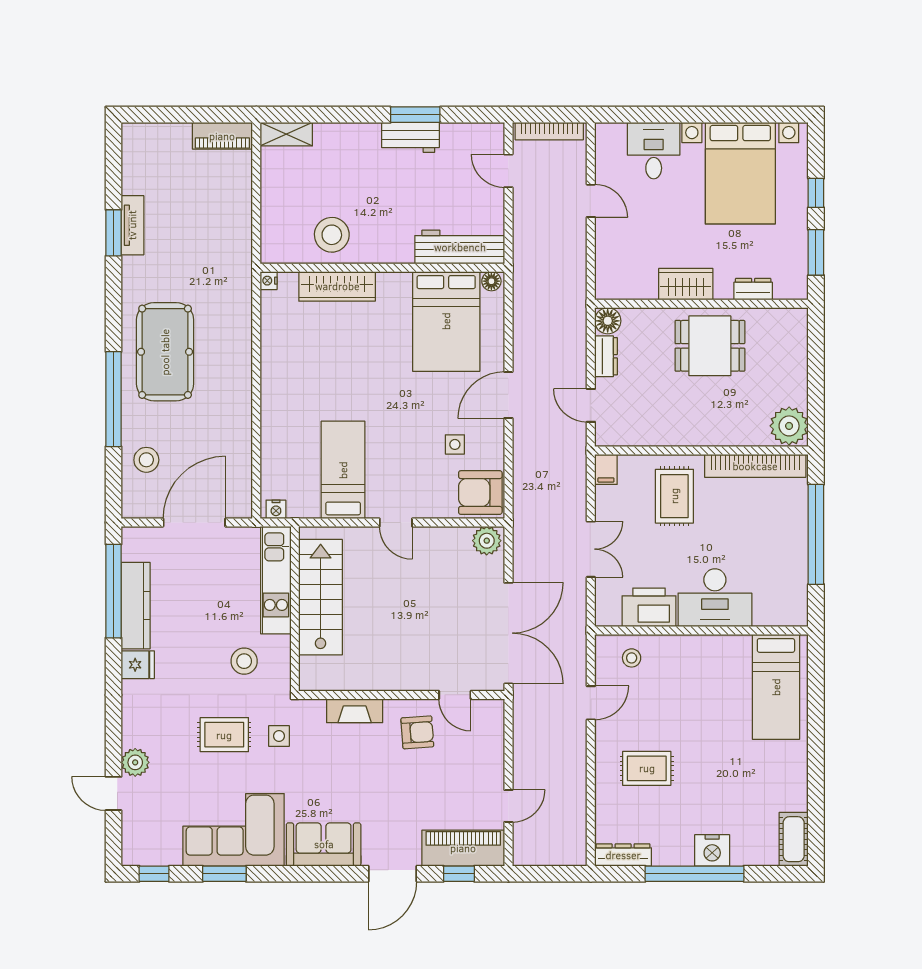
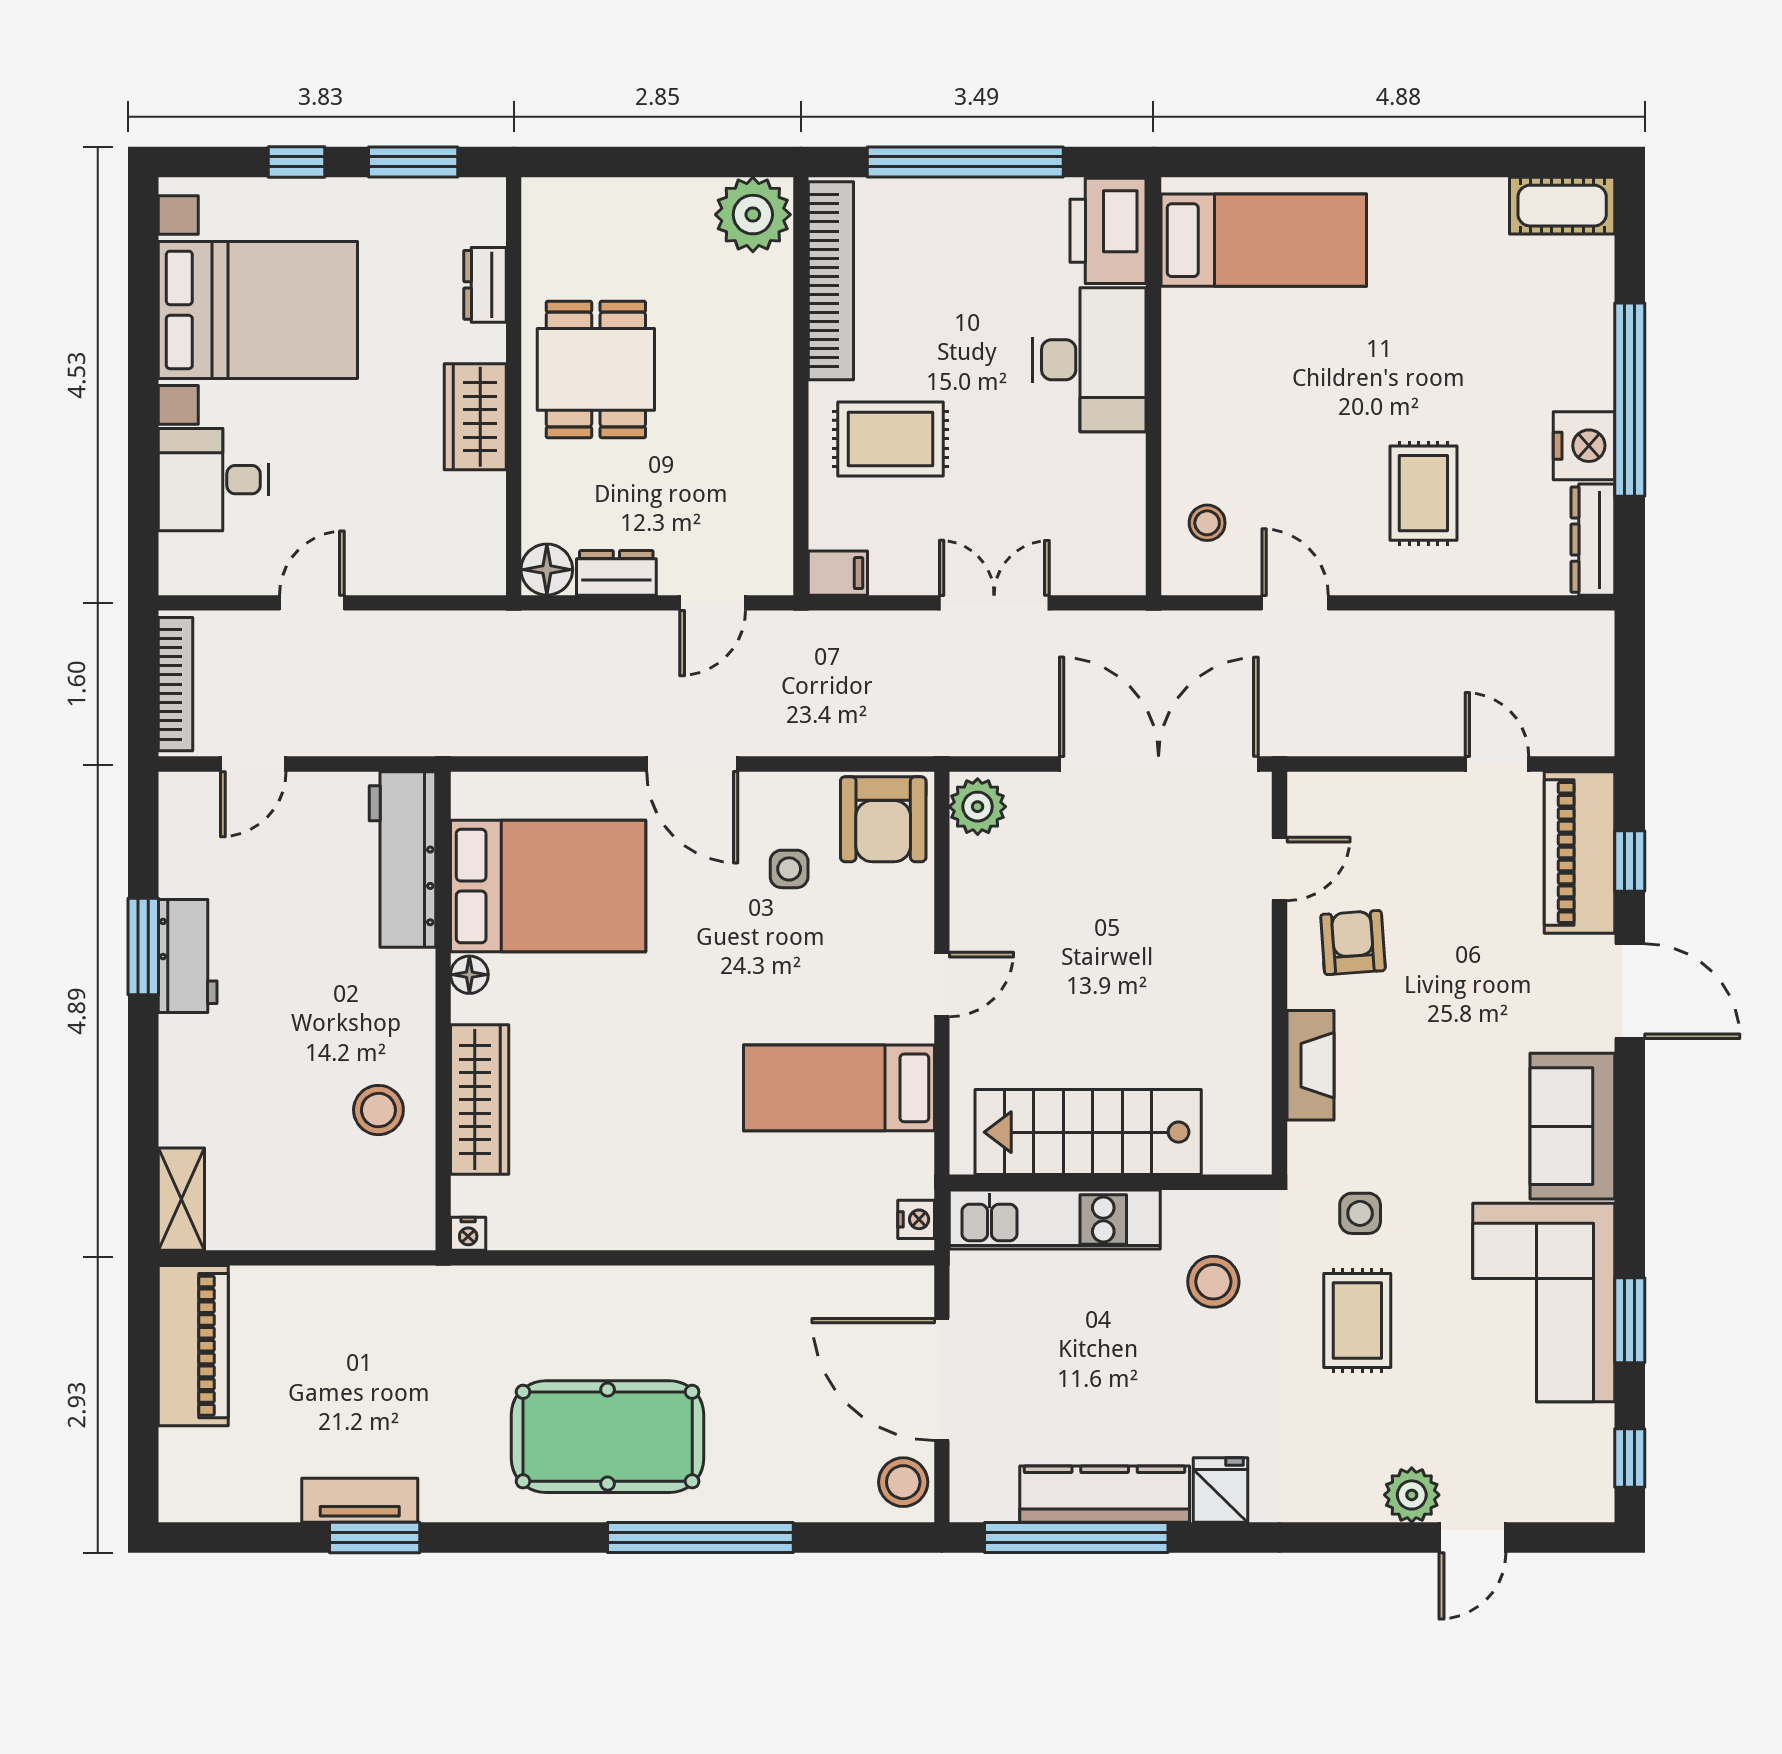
piano: (222, 136) -> (193, 1346), width x1.37, depth x1.33
stool: (332, 235) -> (378, 1110), width x0.73, depth x0.73
floor lamp: (491, 281) -> (469, 975), moved
stool: (146, 460) -> (903, 1482), moved
printer: (649, 607) -> (1108, 231), moved
nightstand: (712, 850) -> (1584, 446), moved

